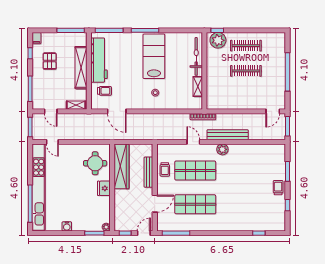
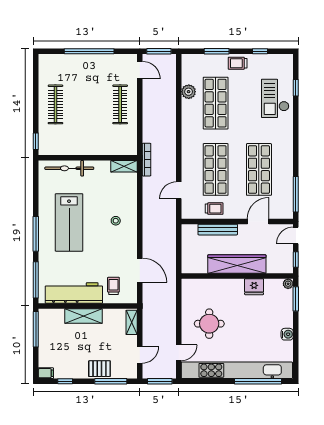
plant: (218, 40) -> (49, 140), removed
lab bench: (154, 56) -> (69, 222), turned -90
pallet: (50, 61) -> (99, 369), moved
shelving: (81, 68) -> (83, 316), width x0.68
clothes rail: (246, 71) -> (120, 104), moved
shelving: (198, 86) -> (124, 166), moved
door: (117, 111) -> (140, 270), hinge flipped
bench: (228, 135) -> (170, 128), removed
door: (193, 142) -> (179, 190), moved
plant: (222, 149) -> (189, 92), moved
round table: (95, 163) -> (209, 324), moved
wardrobe: (121, 166) -> (237, 264), moved
shop shelf: (247, 171) -> (216, 103), added
fridge: (104, 188) -> (254, 287), moved
door: (155, 204) -> (258, 221), hinge flipped
checkout: (251, 217) -> (275, 98), added
door: (144, 233) -> (296, 235), hinge flipped

